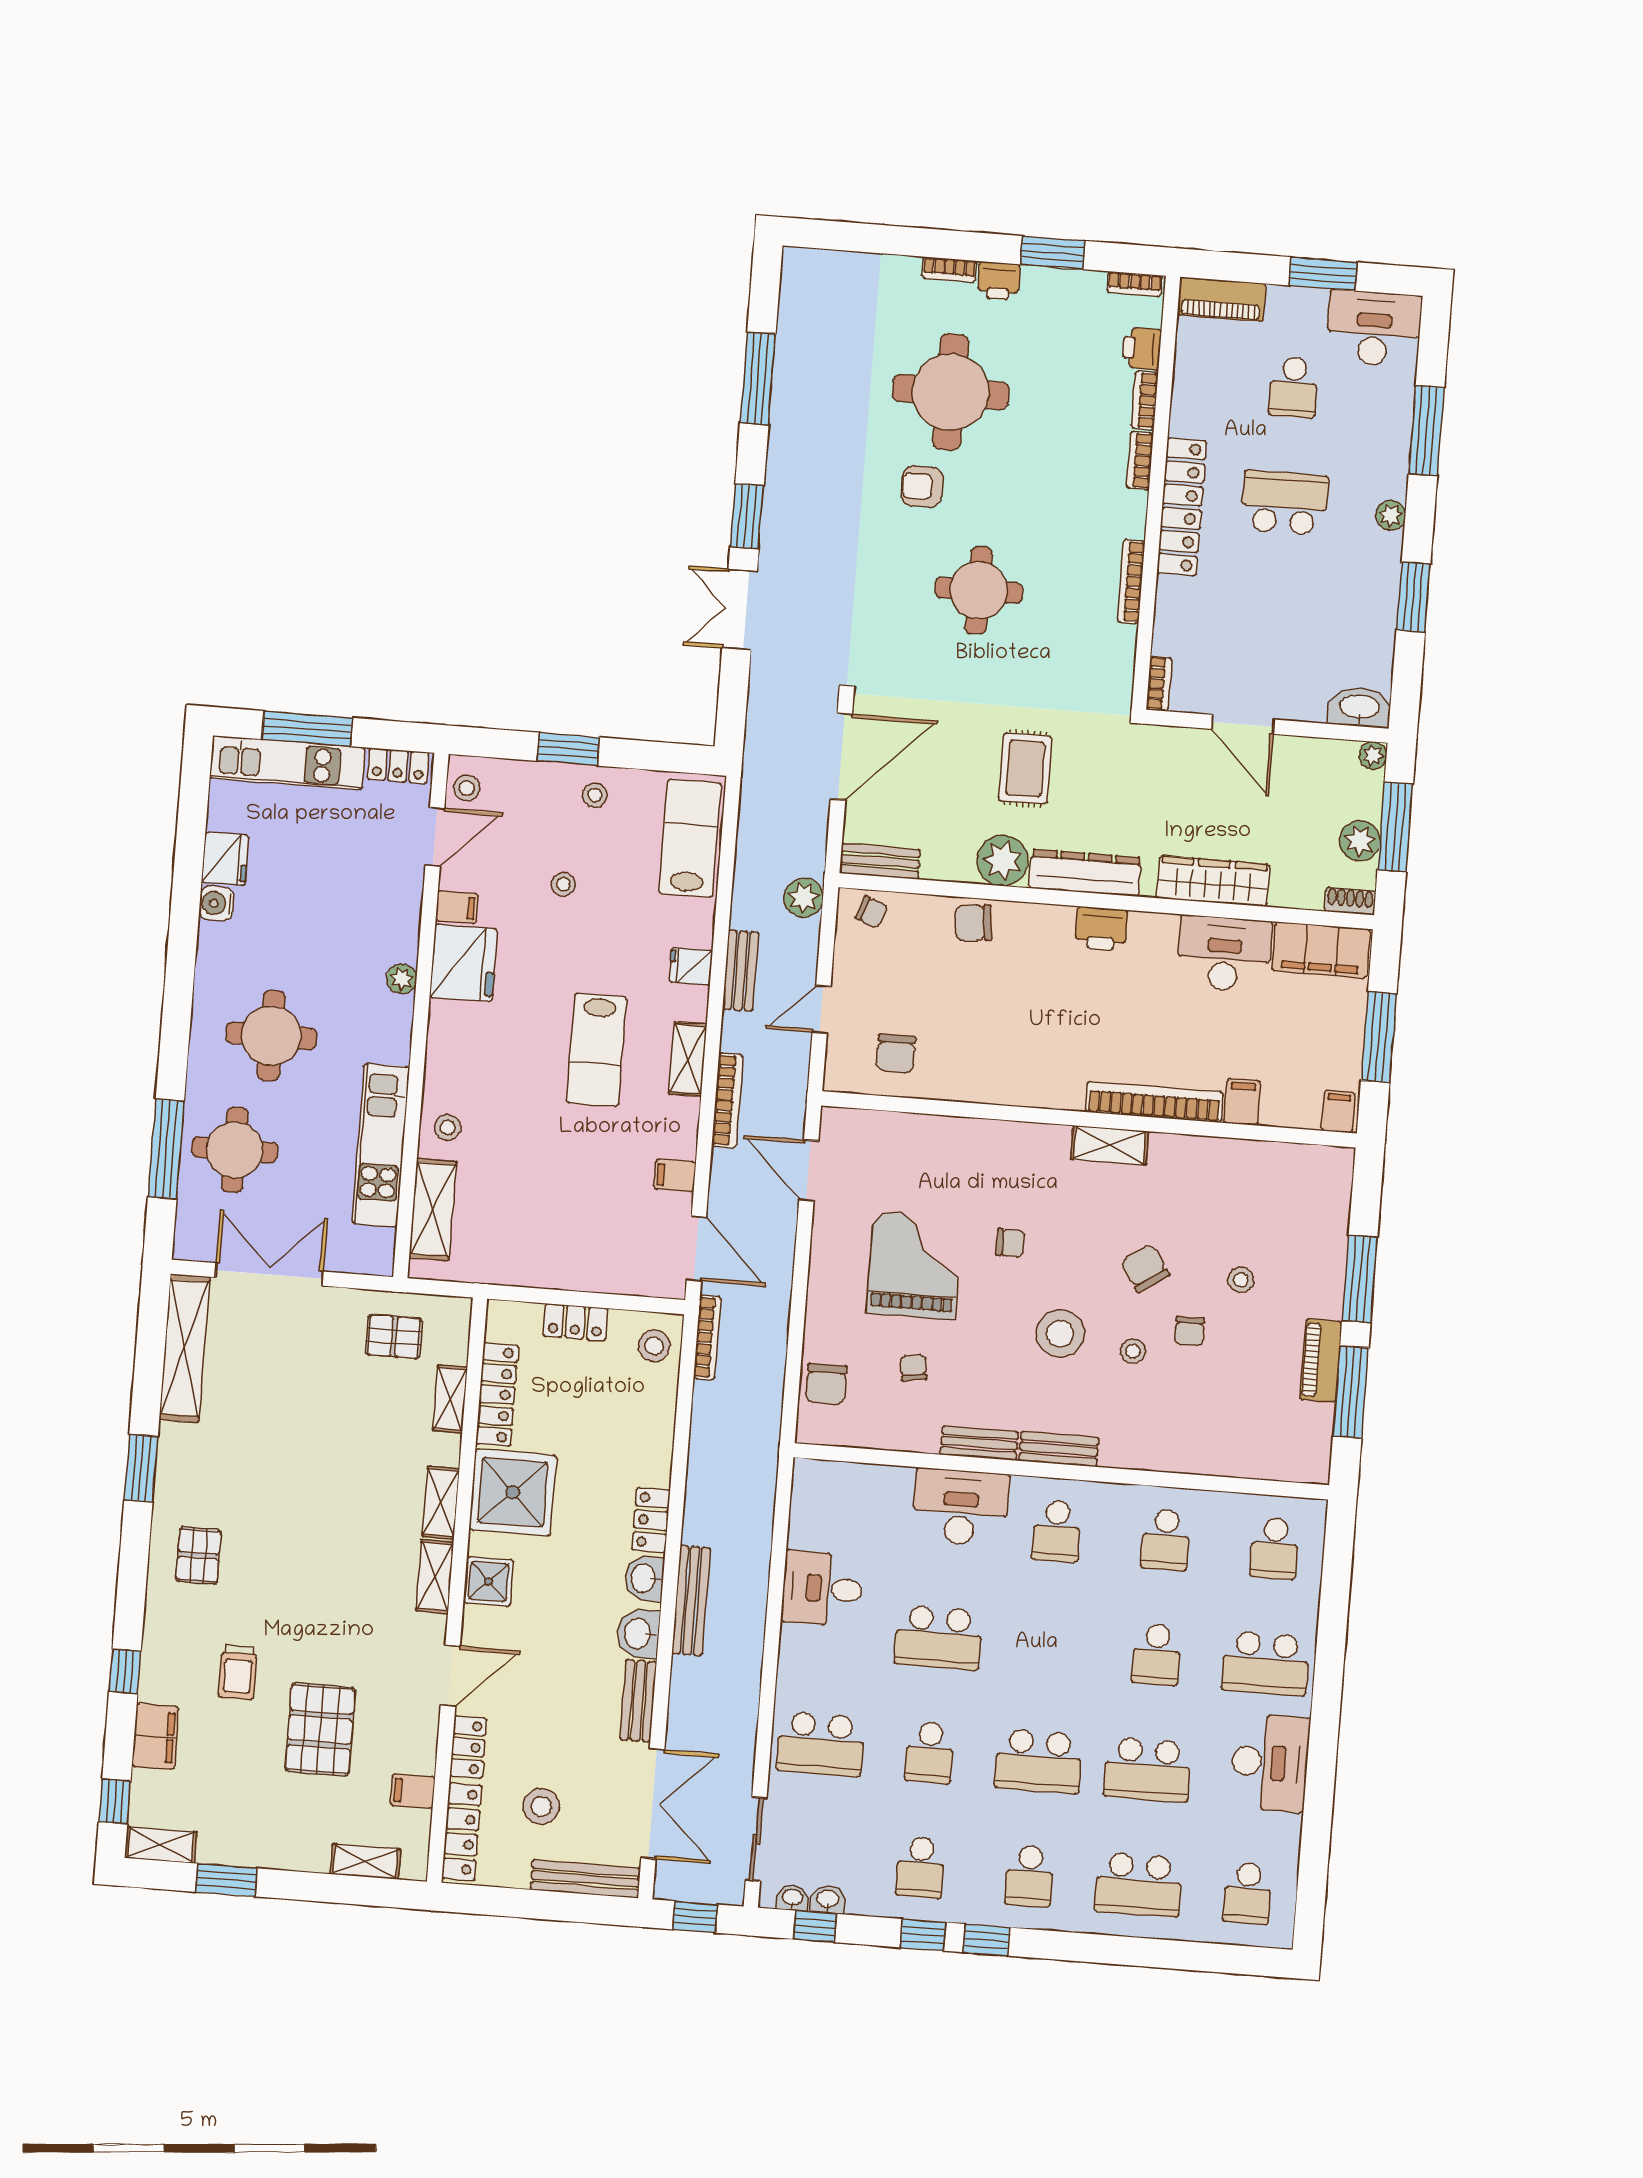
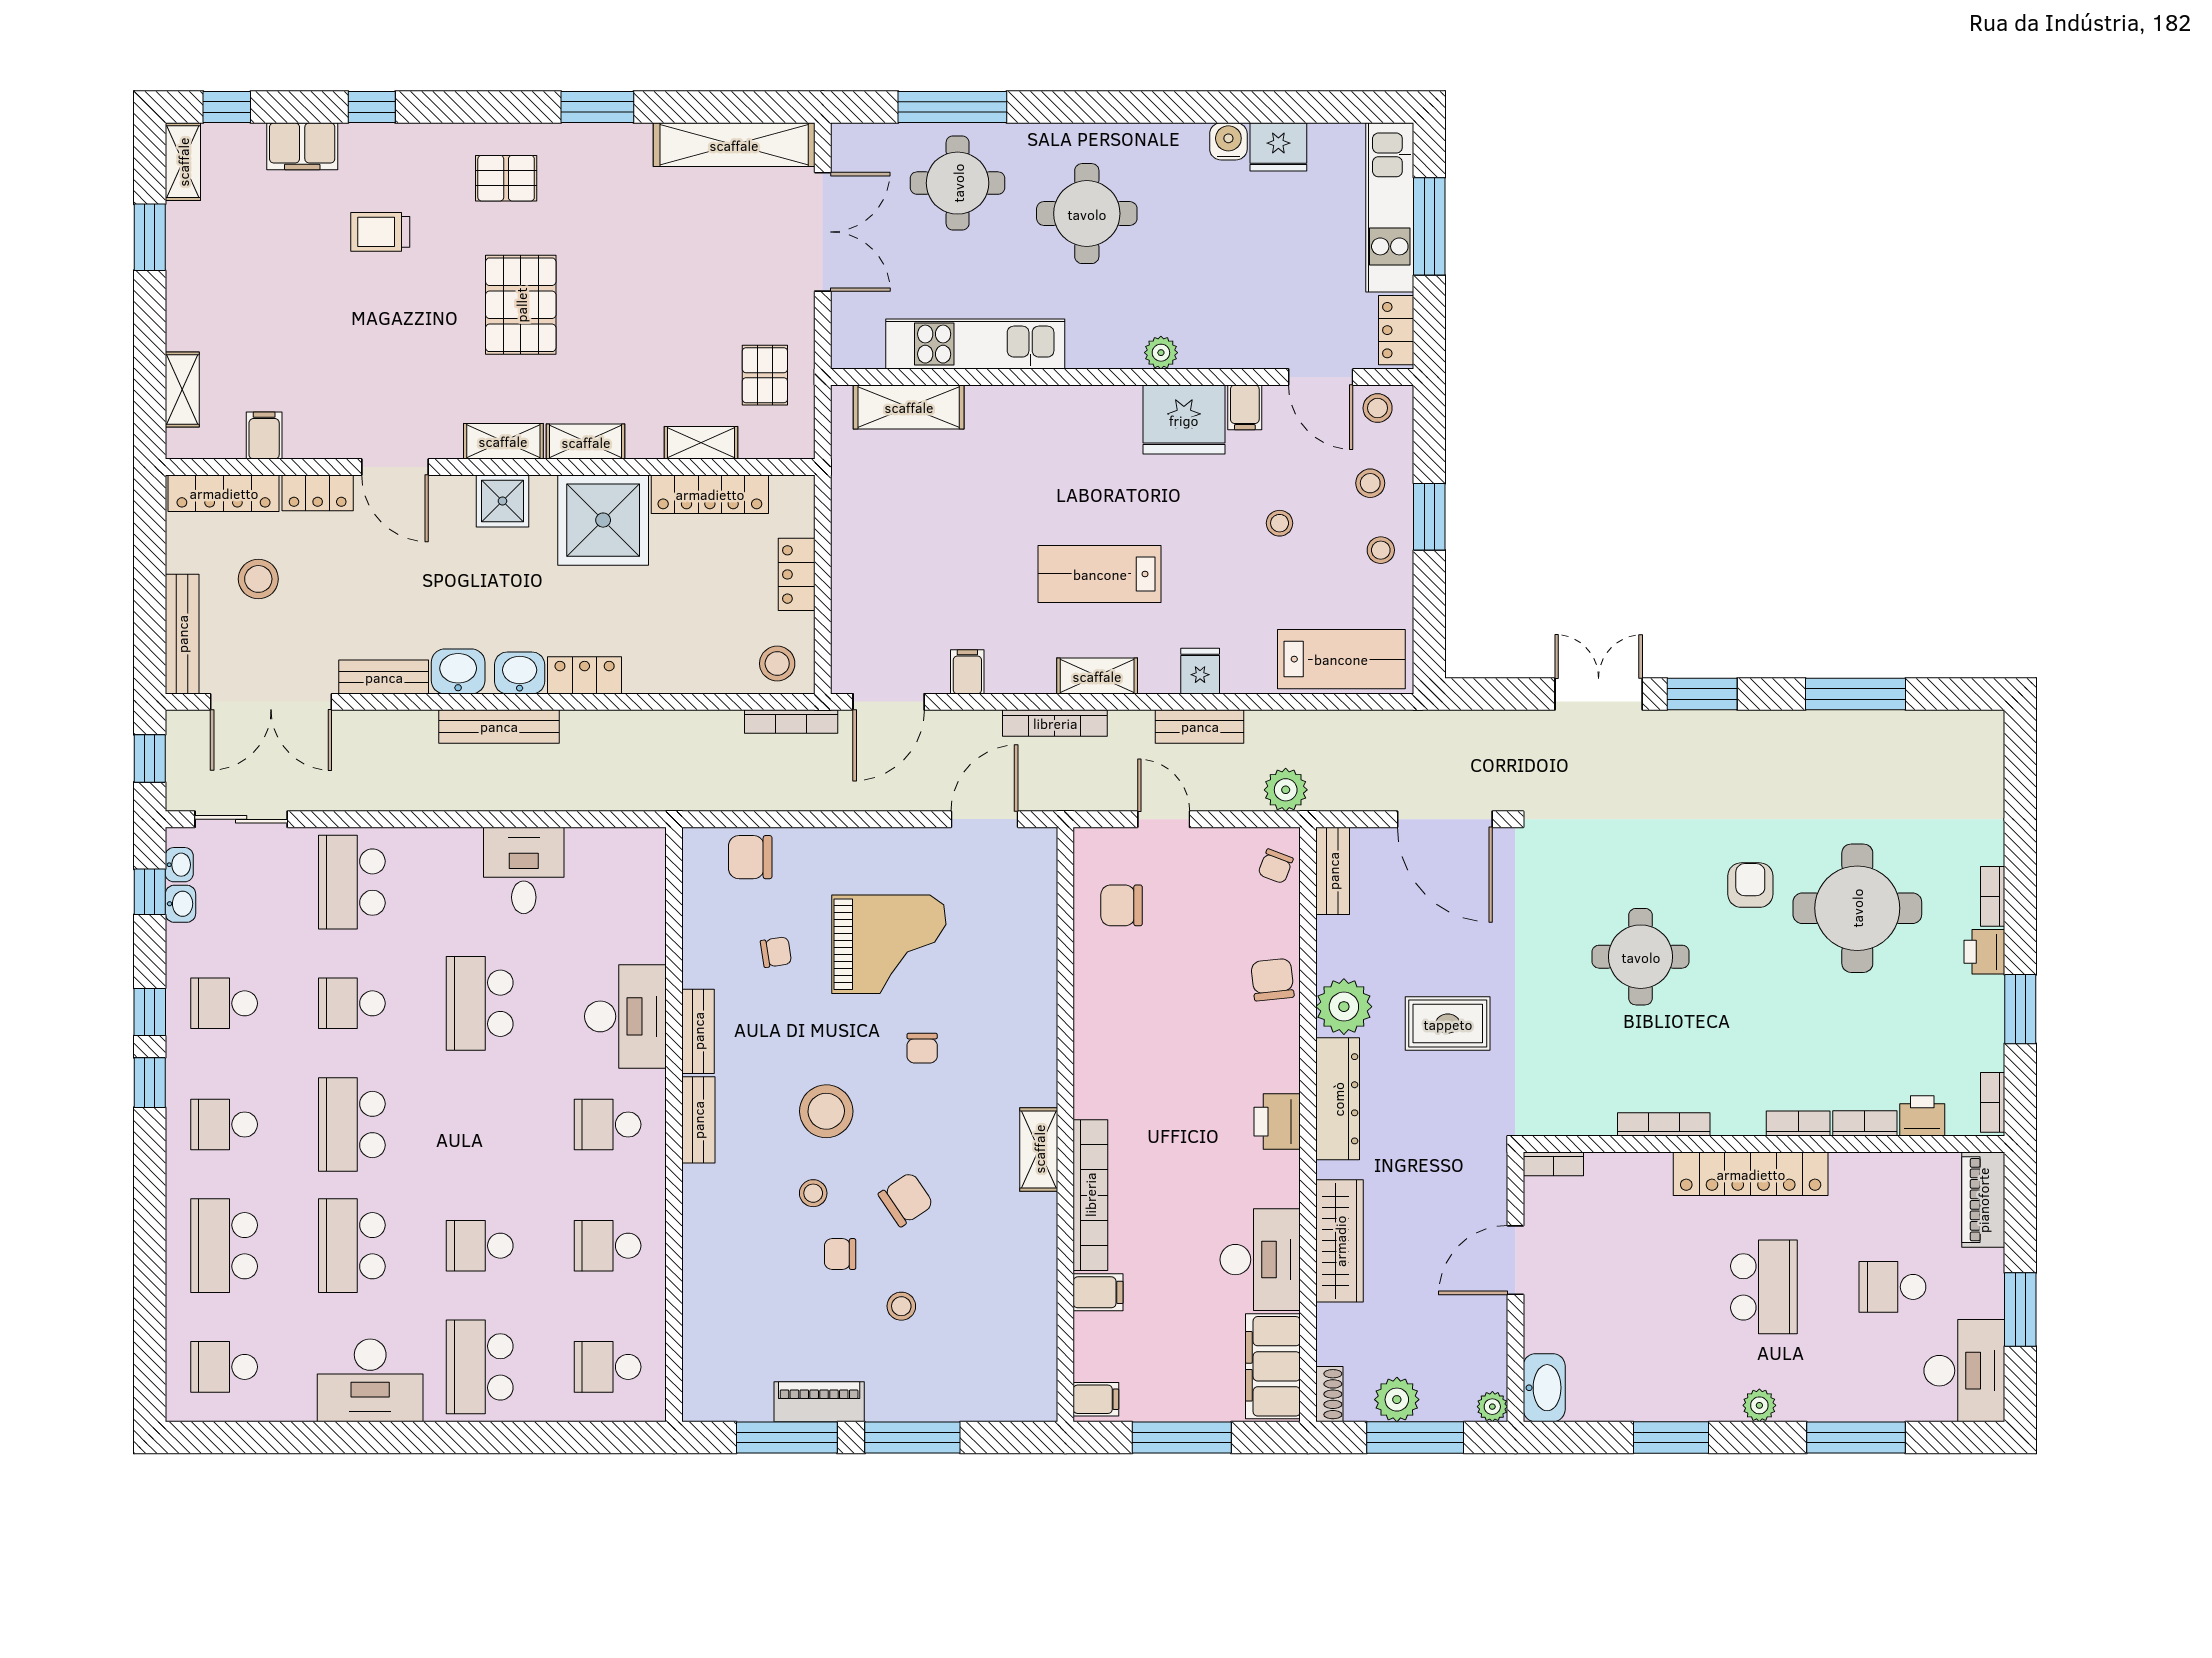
stool: (448, 1127) -> (1370, 483), moved
pallet: (320, 1729) -> (521, 305), moved, turned 90

